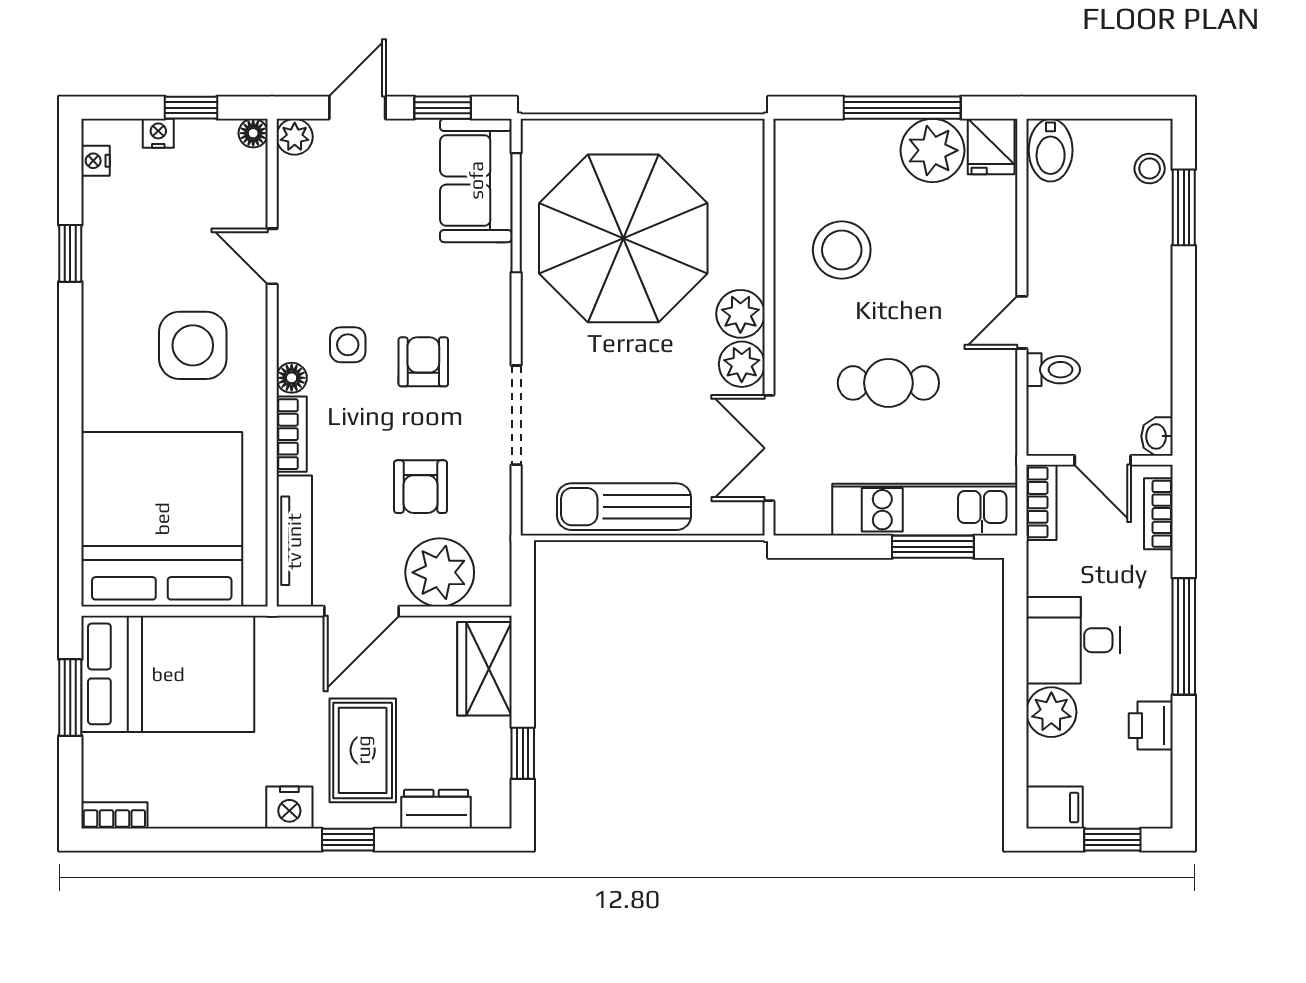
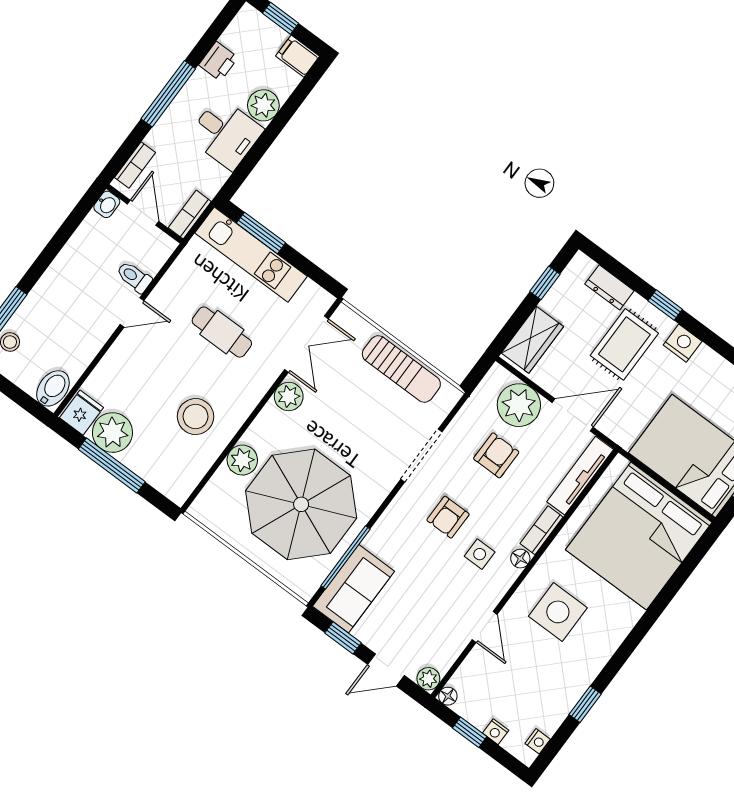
plant: (740, 314) -> (242, 460), moved

